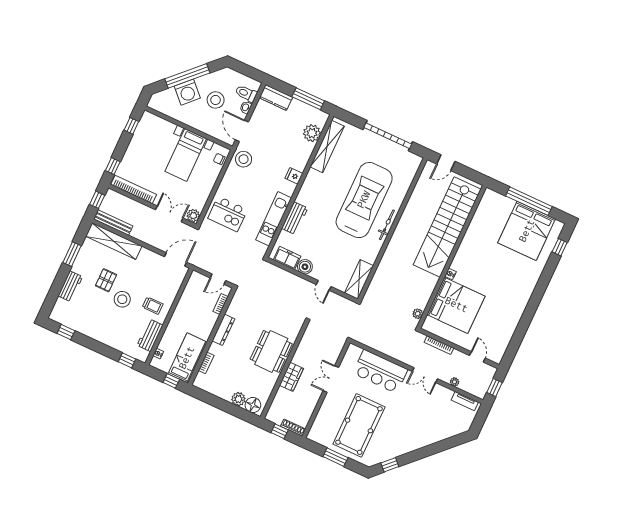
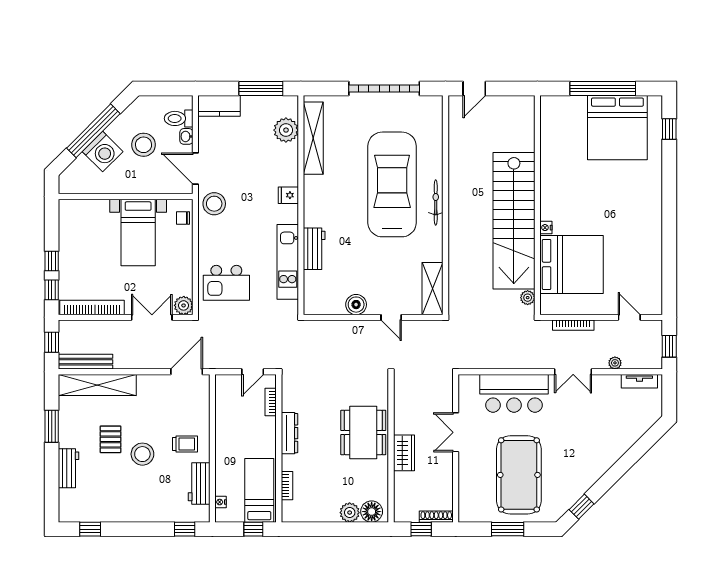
window: (131, 126) -> (52, 261), moved
stairs: (447, 227) -> (514, 221), moved
freezer: (287, 258) -> (328, 304), removed

